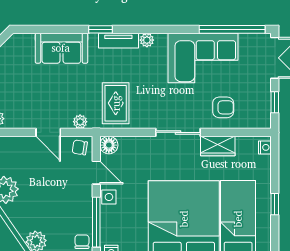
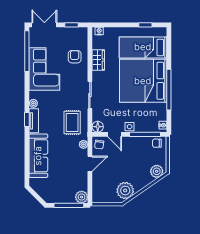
window: (100, 29) -> (27, 120), moved
sofa: (61, 48) -> (38, 156), width x1.36
rug: (116, 103) -> (72, 123), turned 90
sliding door: (178, 132) -> (90, 95), moved
door: (96, 173) -> (115, 134), swing flipped
window: (275, 204) -> (145, 25), moved

